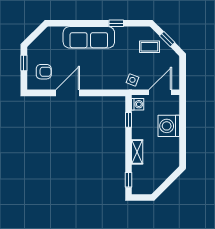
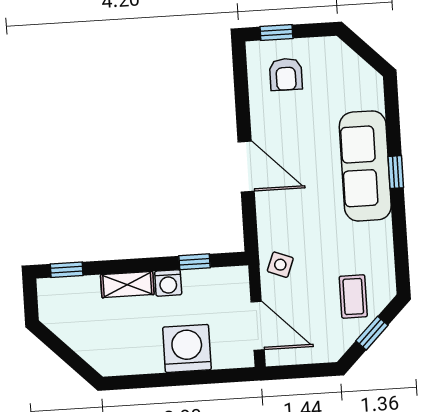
window: (116, 23) -> (396, 172), moved
window: (24, 63) -> (276, 33), moved
door: (68, 93) -> (246, 167), moved
washing machine: (138, 104) -> (168, 283), moved

